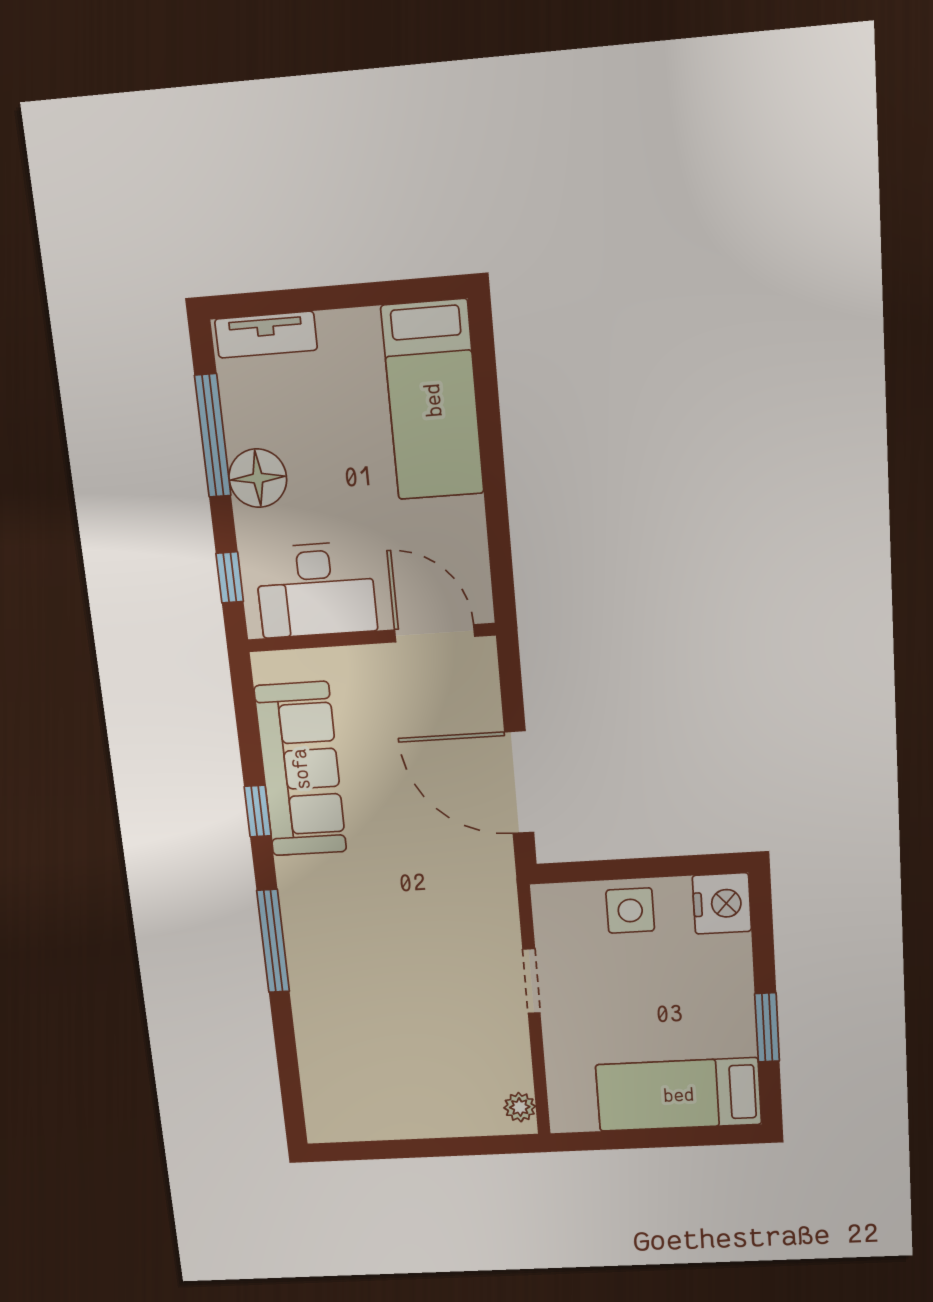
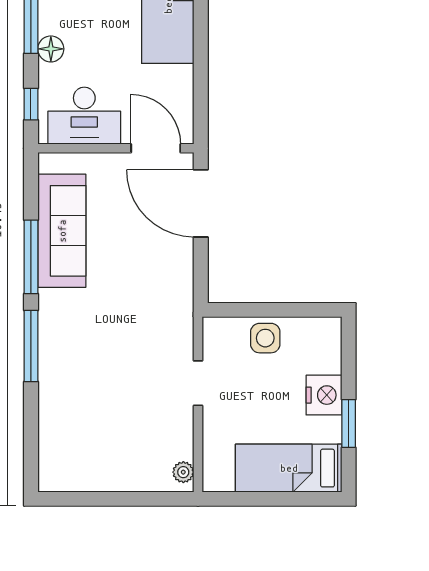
floor lamp: (258, 478) -> (51, 49), width x0.73, depth x0.73
door: (519, 782) -> (201, 203), moved
window: (258, 811) -> (31, 257), width x2.17
nightstand: (722, 903) -> (324, 395), moved

